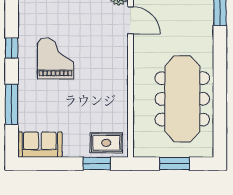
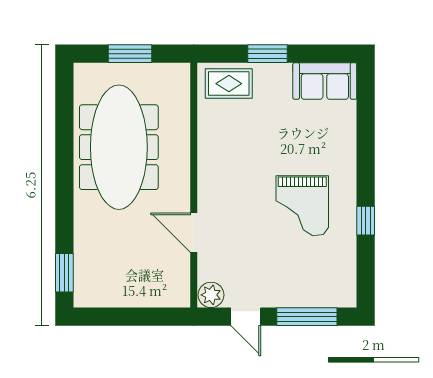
door: (131, 20) -> (194, 233), moved
window: (12, 104) -> (366, 139), removed
window: (97, 164) -> (268, 54), moved

